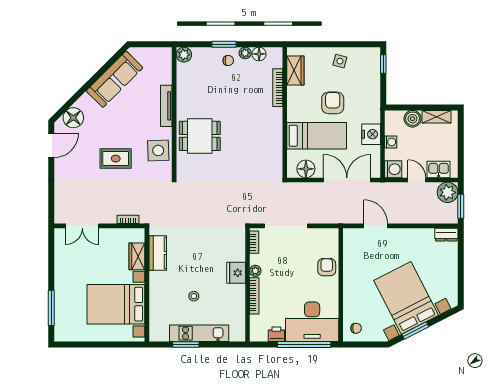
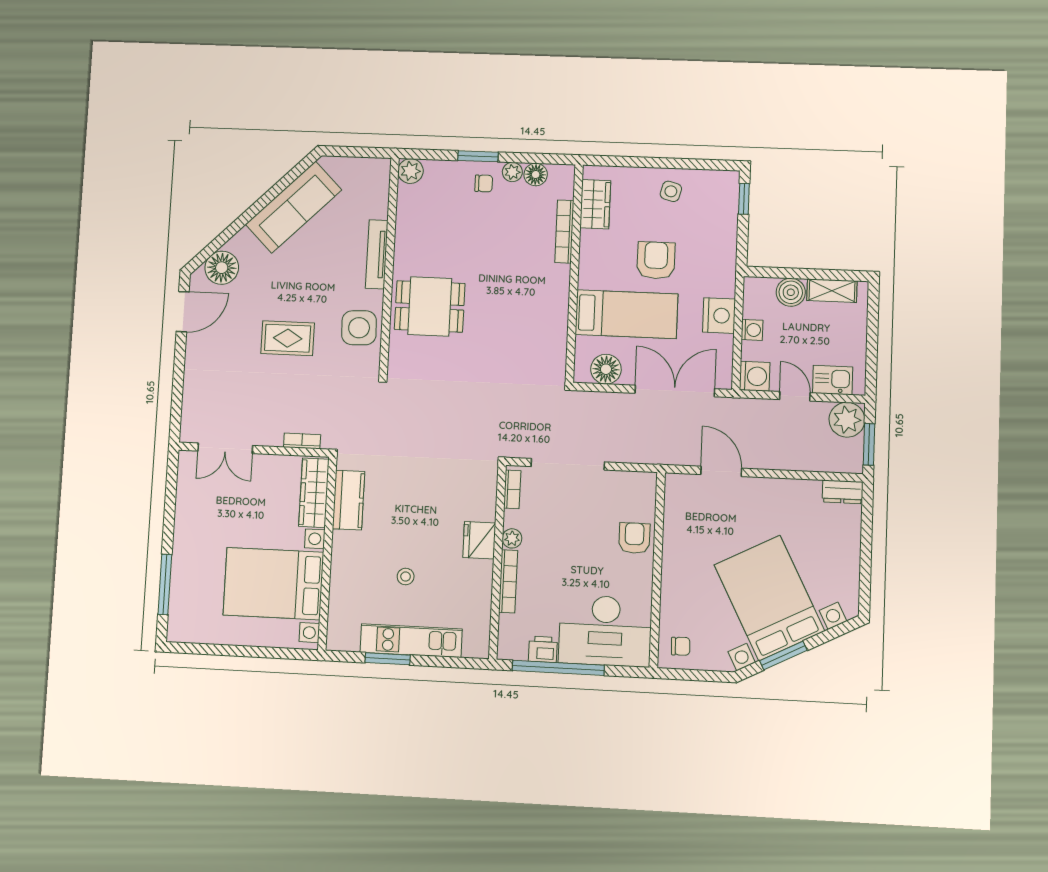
wardrobe: (137, 256) -> (314, 493), width x1.50
window: (304, 344) -> (558, 668), moved

